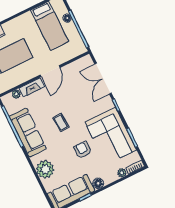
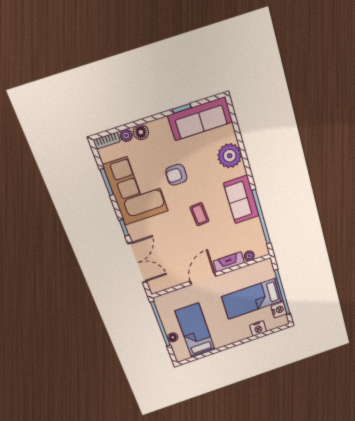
sofa: (28, 133) -> (241, 200), width x0.73
armchair: (83, 150) -> (176, 175), turned 90
floor lamp: (98, 183) -> (141, 132), moved

